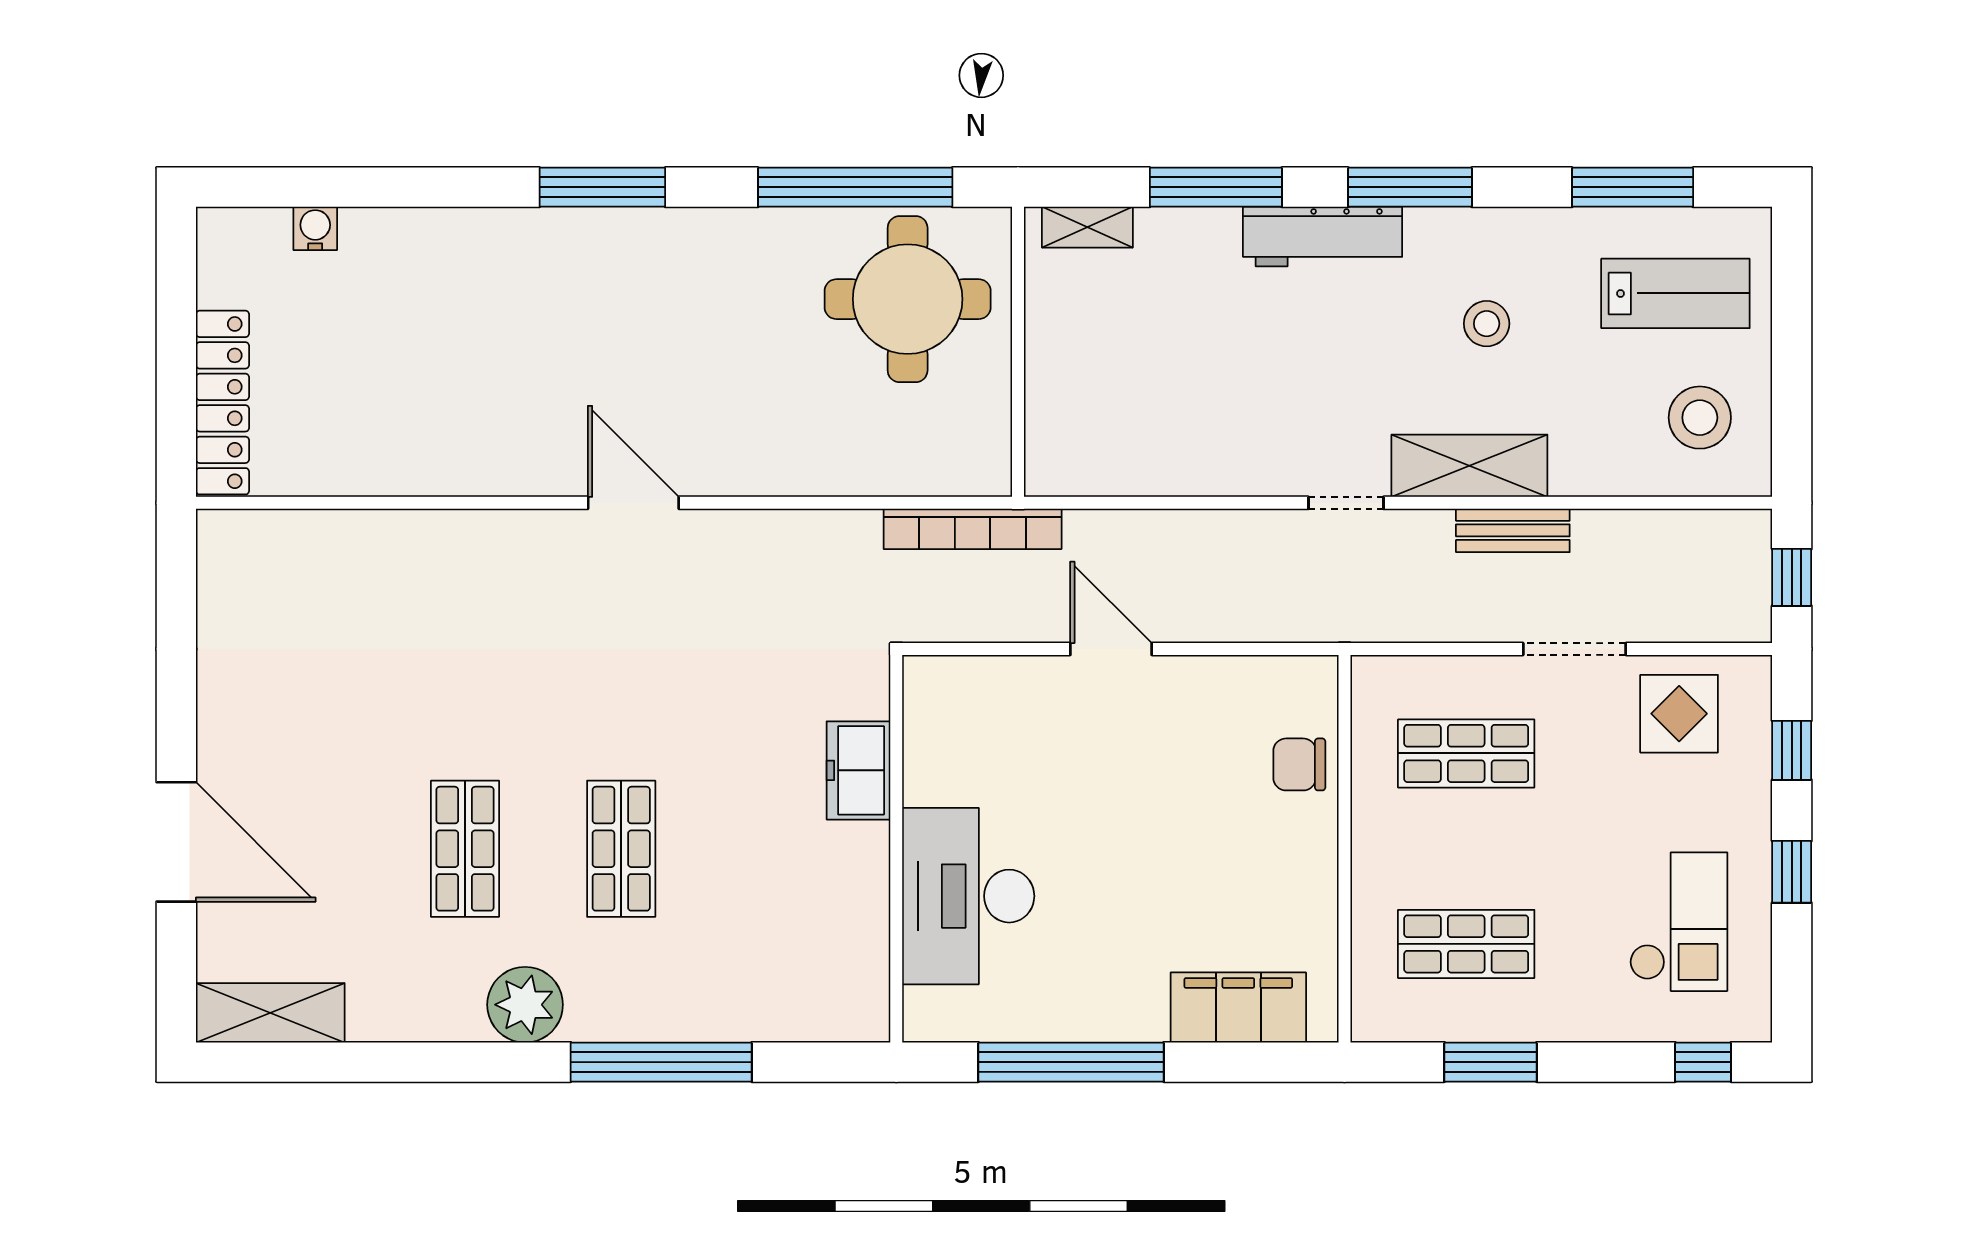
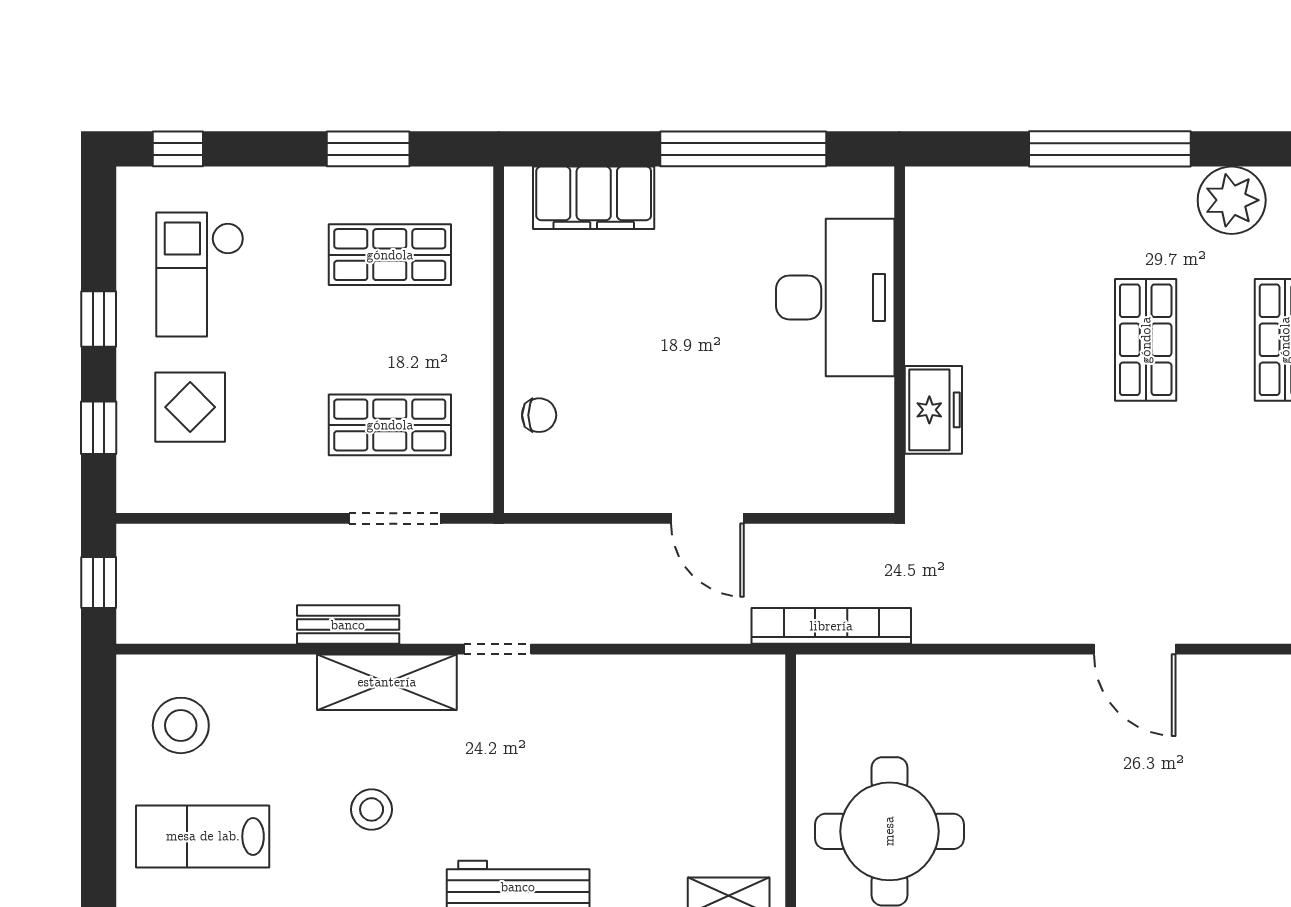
doorway: (1574, 649) -> (395, 518), moved
display table: (1679, 714) -> (190, 407), moved
chair: (1299, 764) -> (539, 415), width x0.73, depth x0.73

